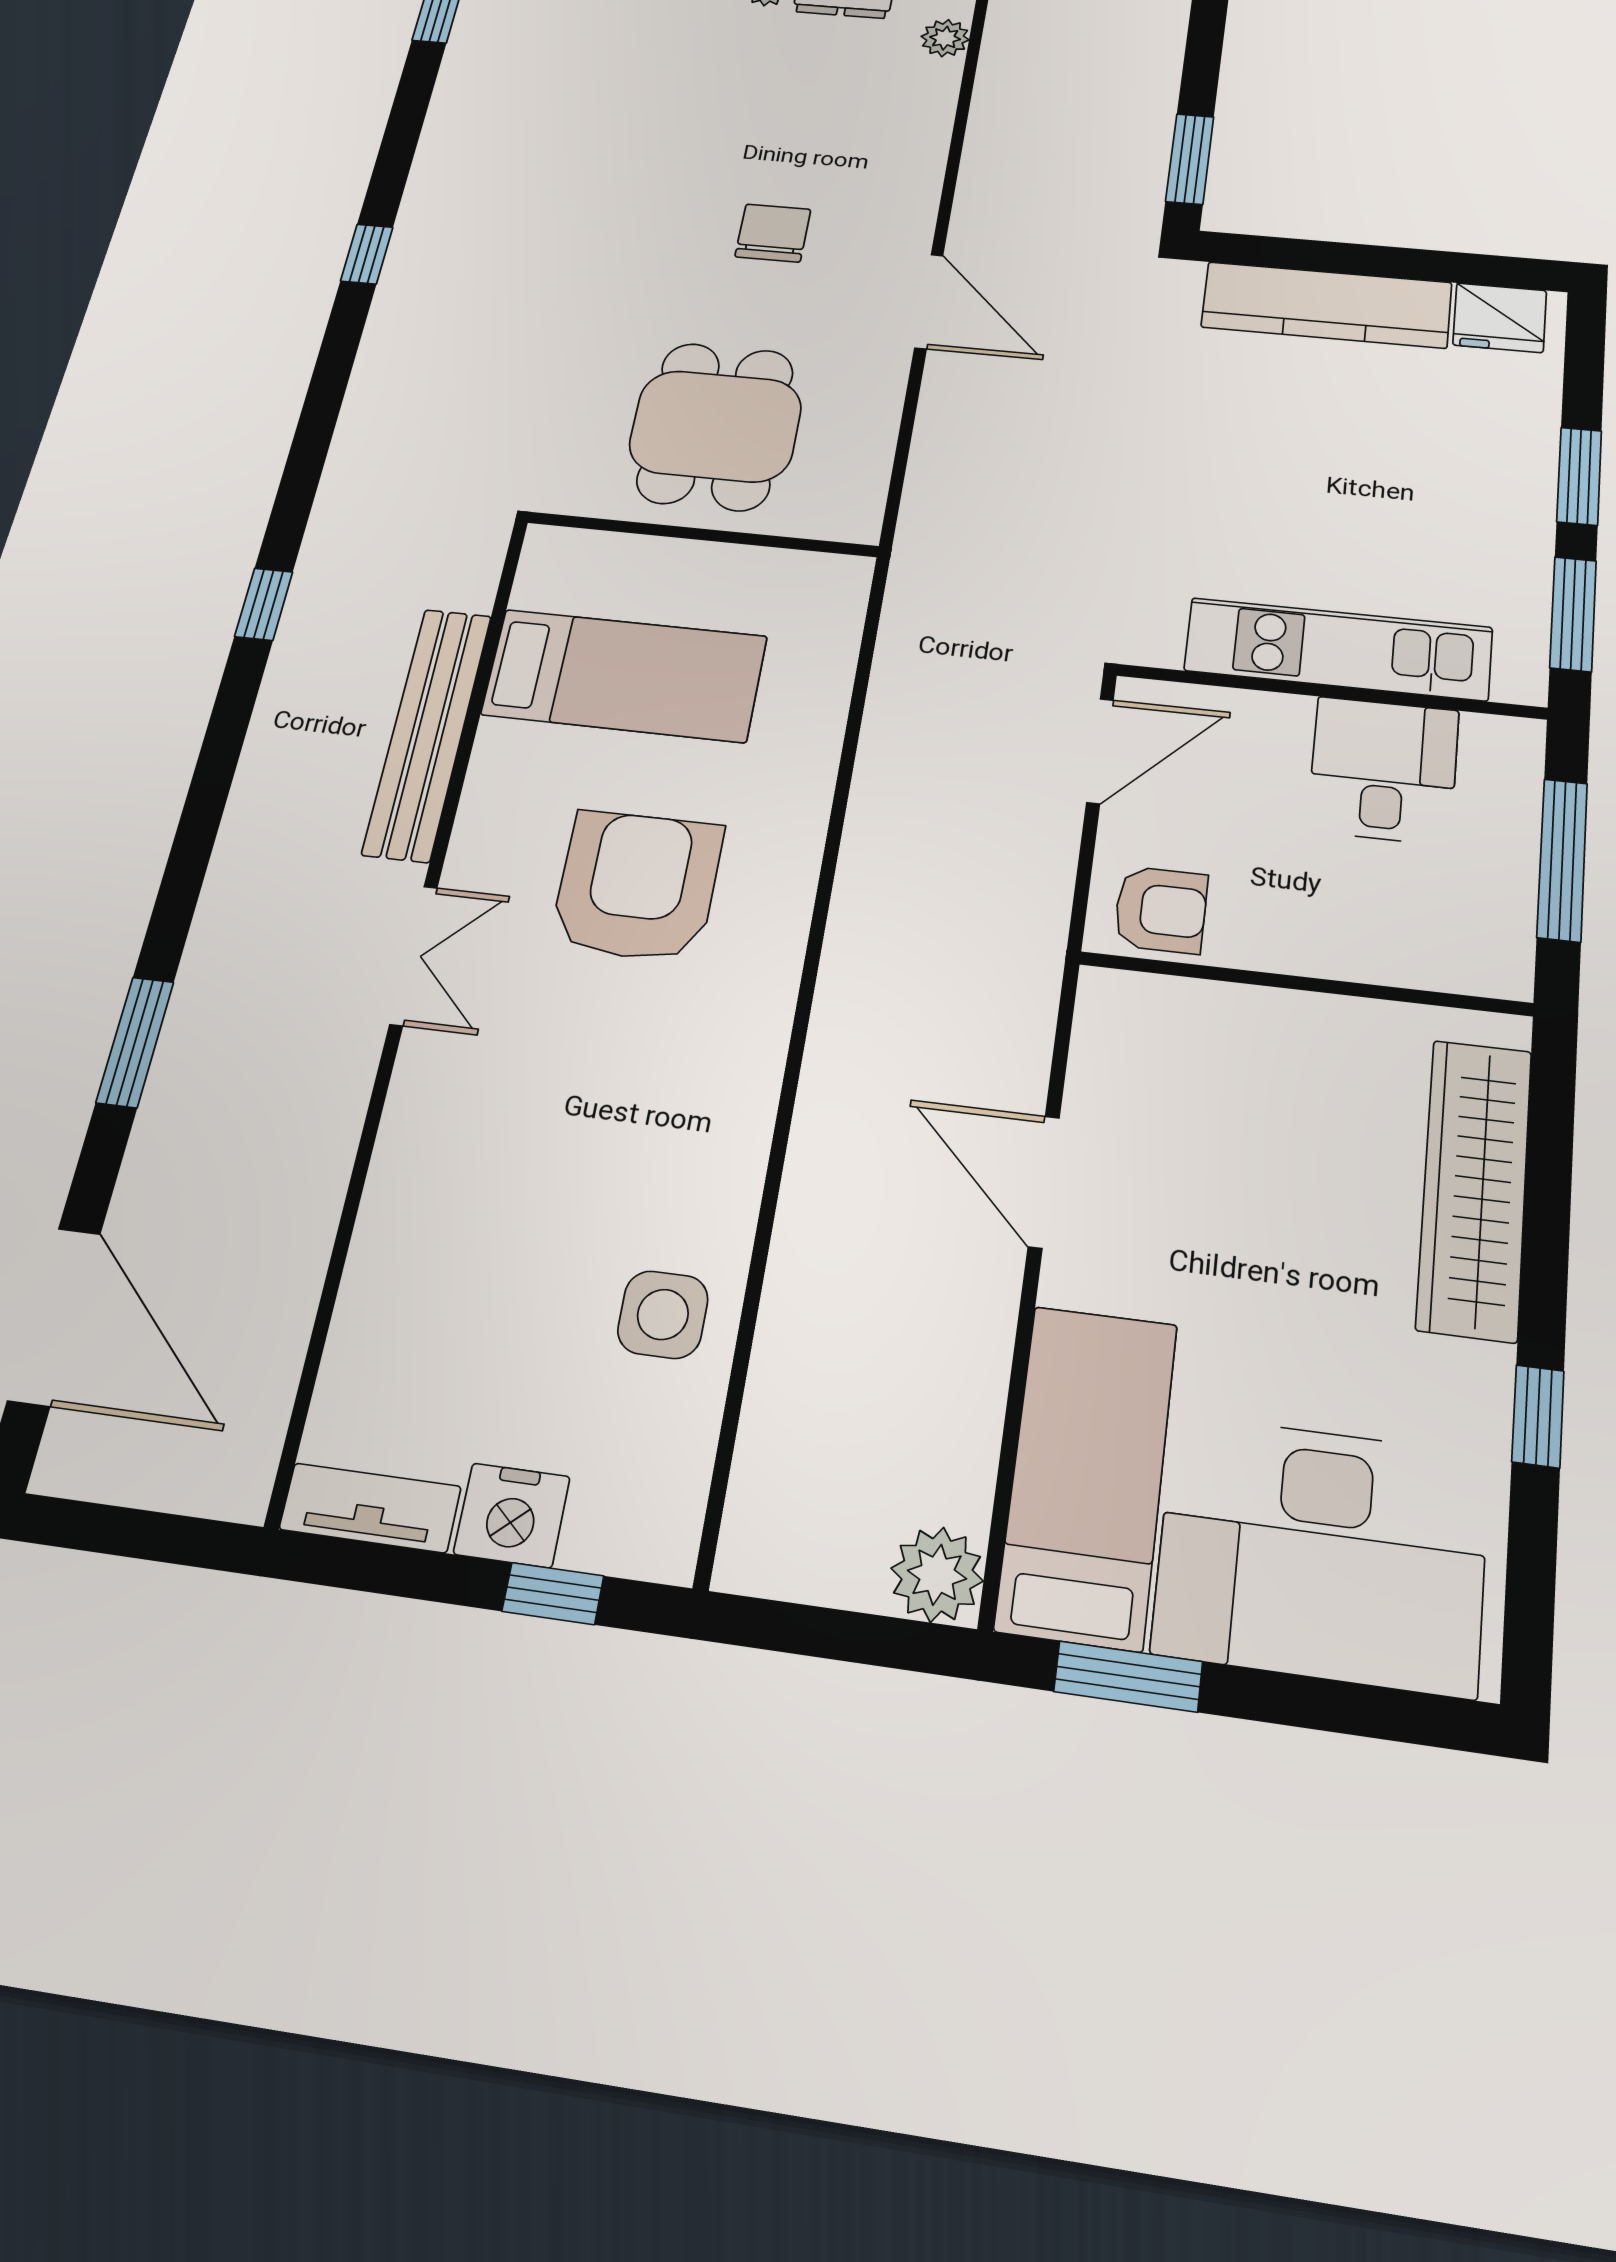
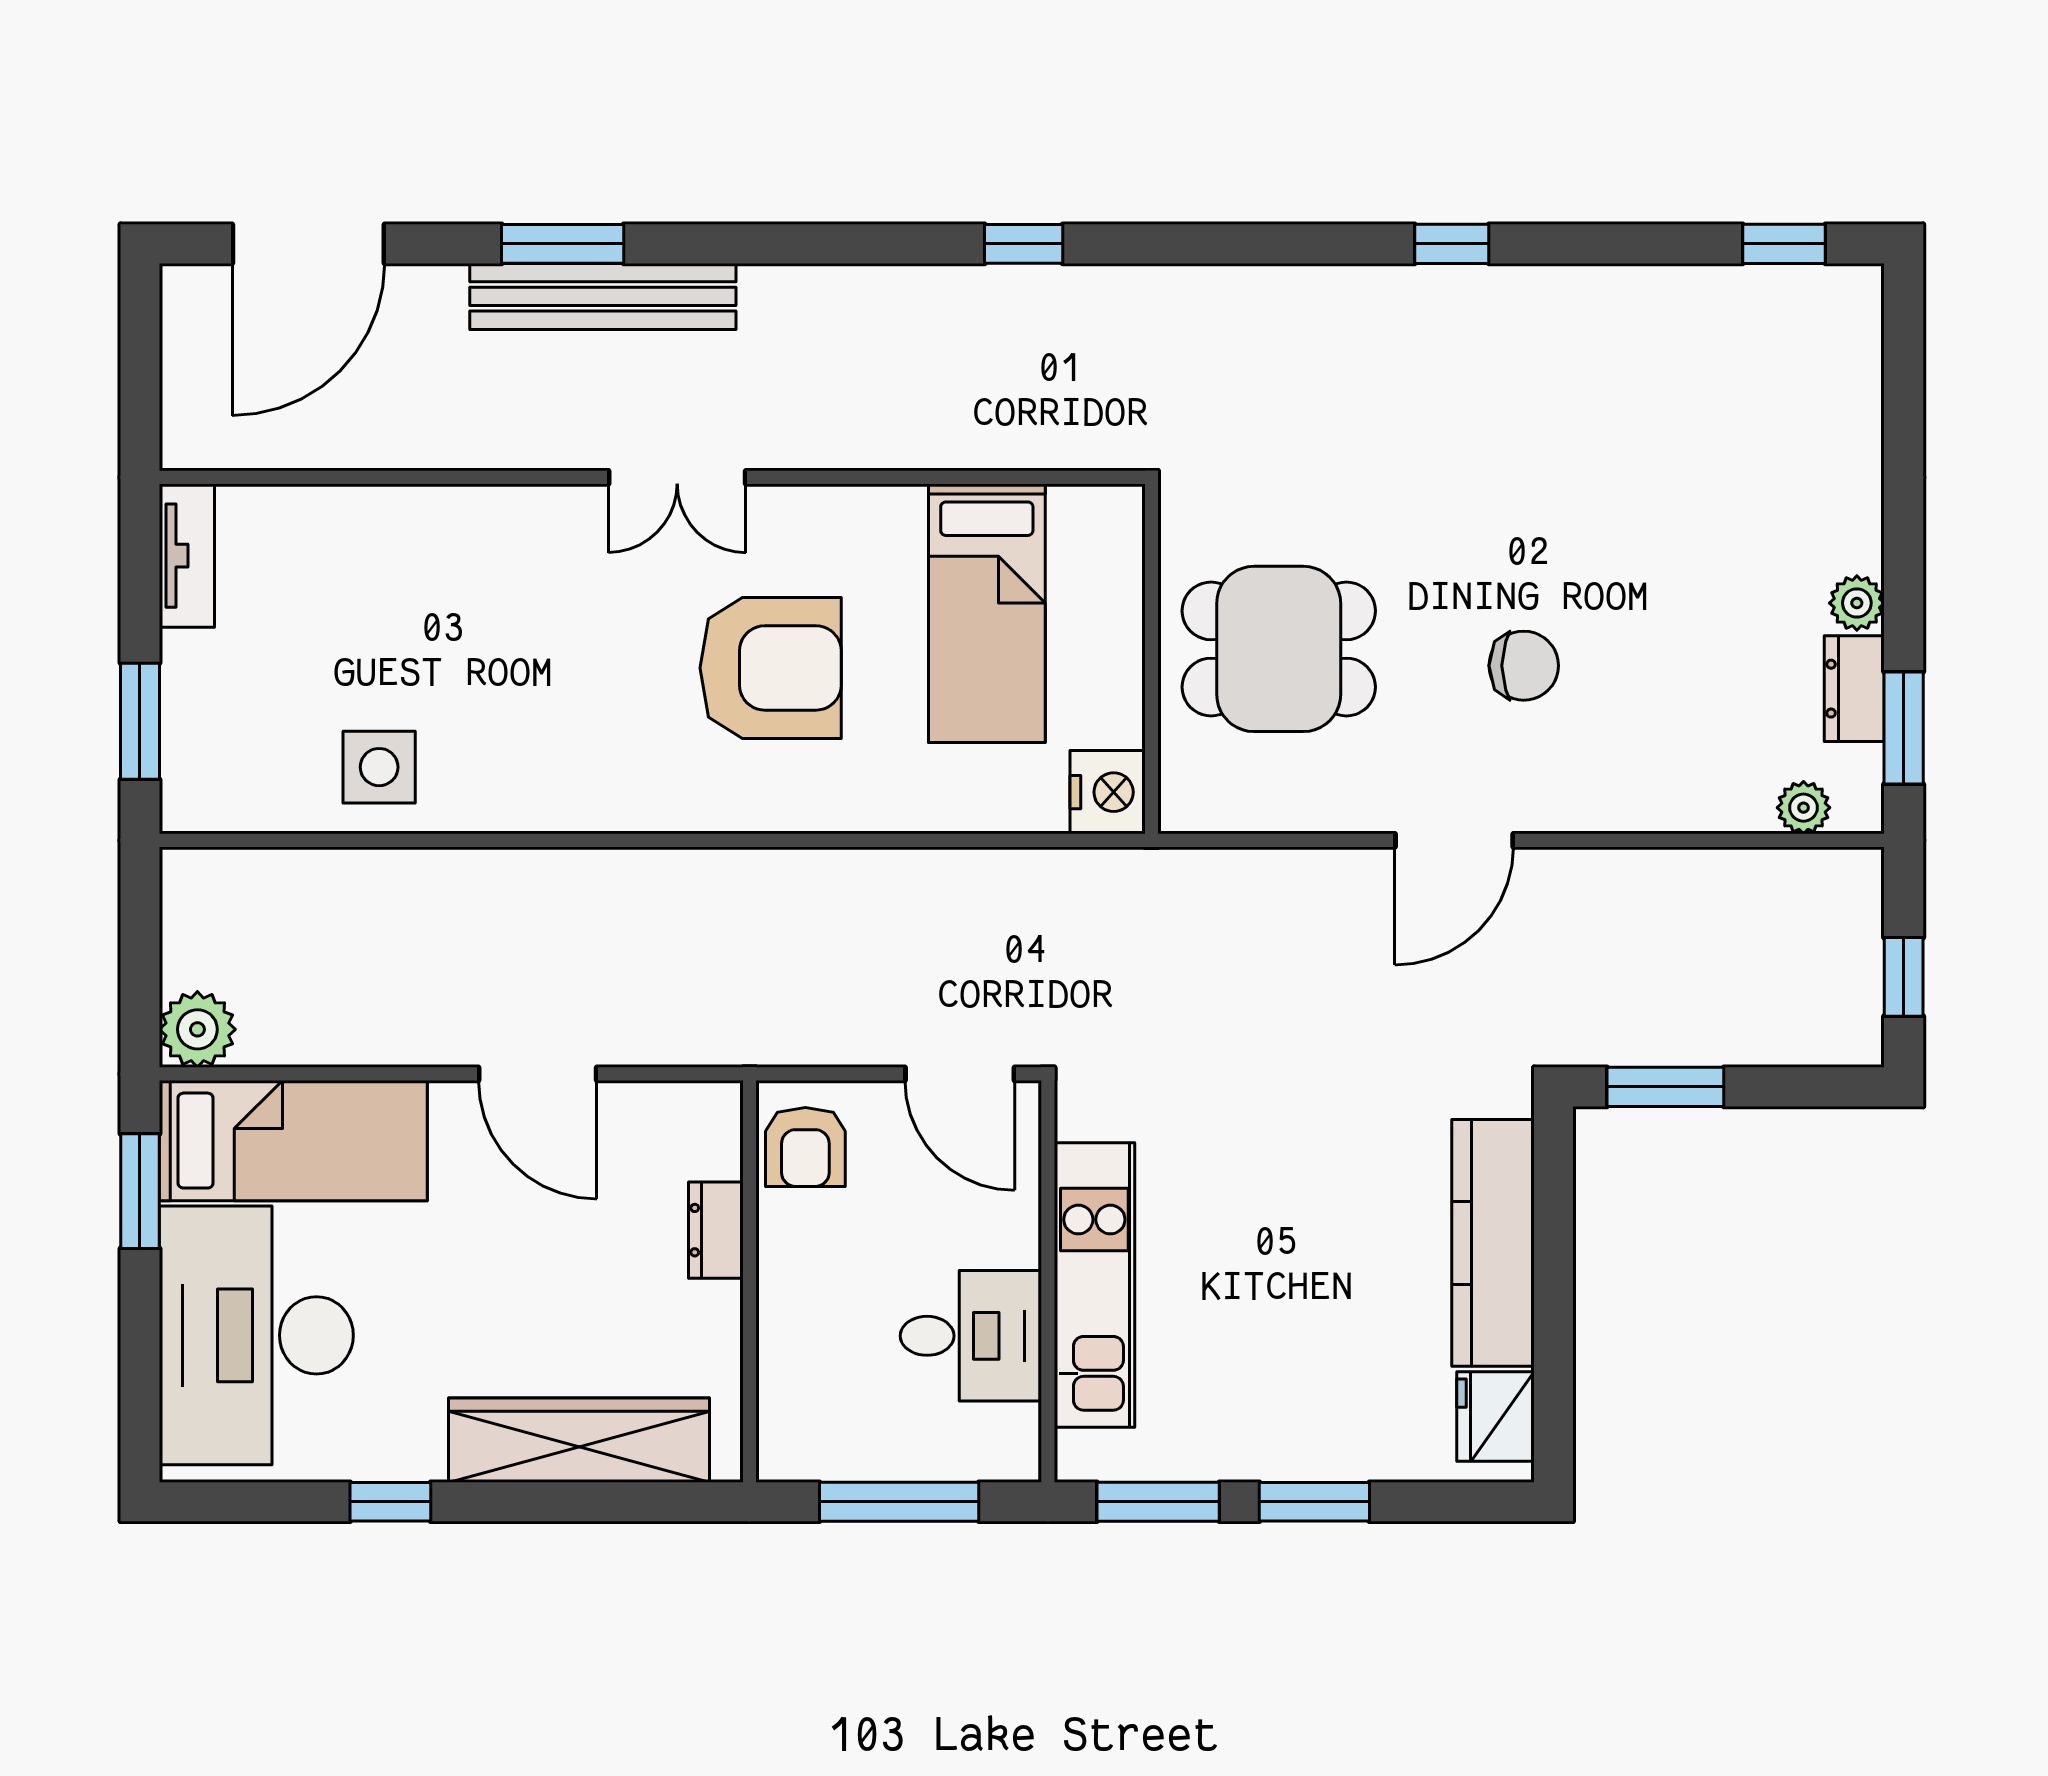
bench: (427, 734) -> (603, 296), moved
dresser: (1244, 1012) -> (716, 1230), added
door: (1044, 1182) -> (538, 1074), swing flipped
nightstand: (512, 1515) -> (1108, 792), moved, turned 180
window: (553, 1594) -> (140, 721), width x1.50

